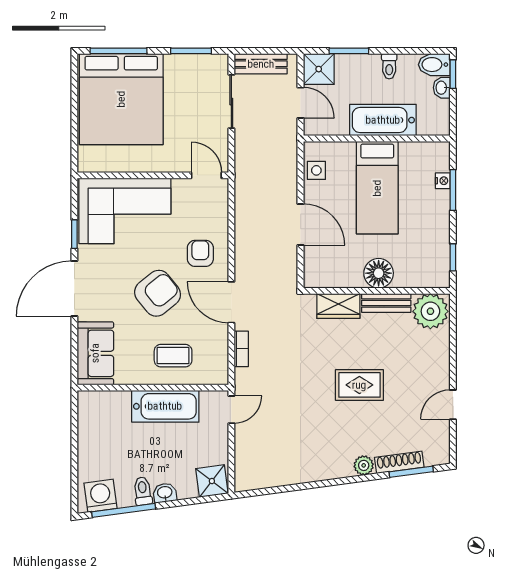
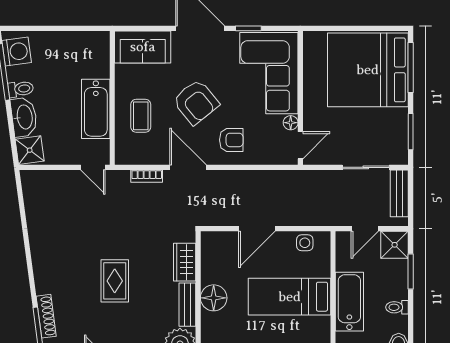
floor lamp: (181, 186) -> (291, 123), added
door: (231, 302) -> (188, 167), hinge flipped
plant: (364, 465) -> (43, 285), removed
washbasin: (165, 493) -> (24, 117), width x1.91, depth x1.45

